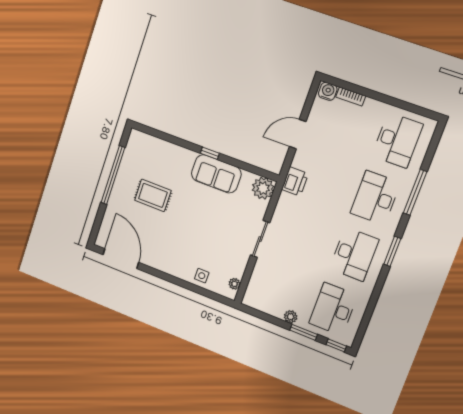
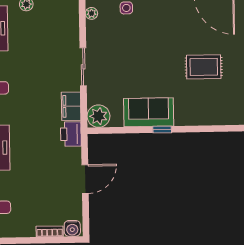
filing cabinet: (285, 207) -> (71, 106), added

